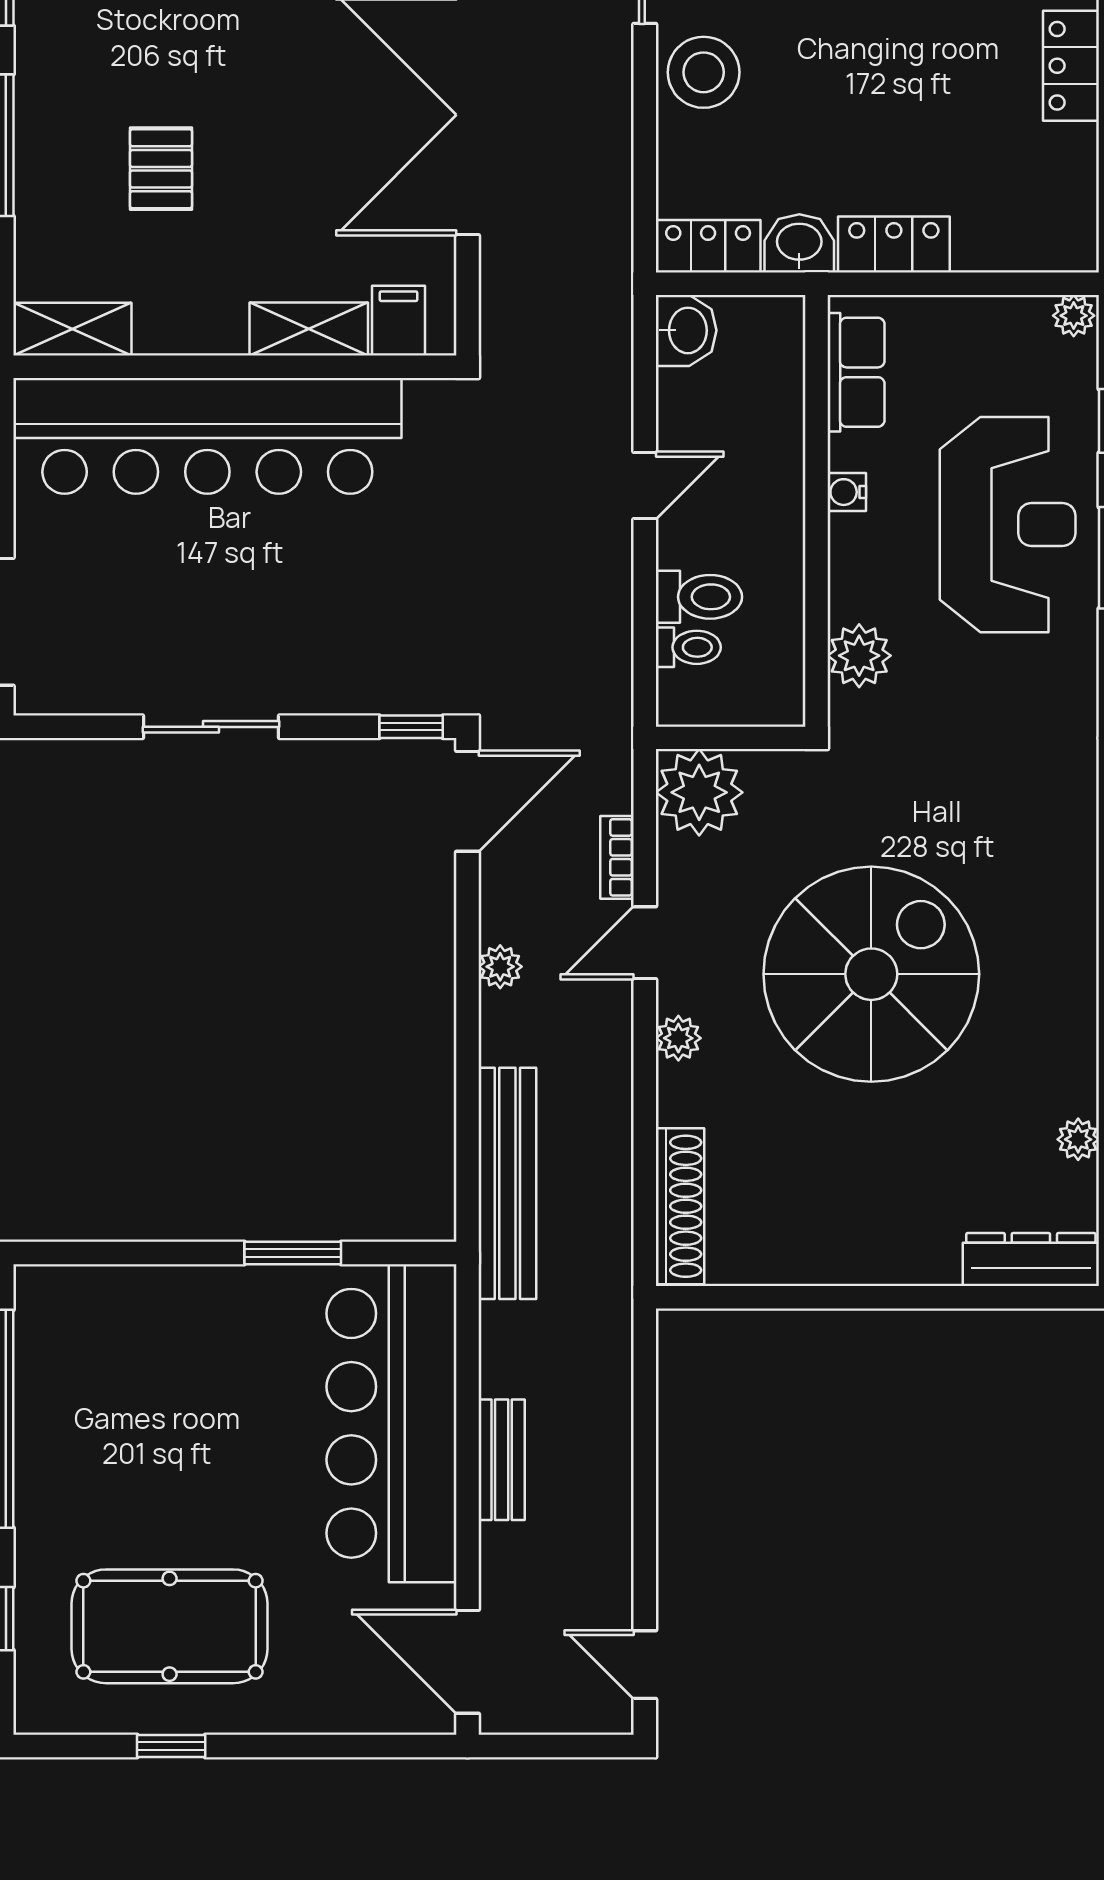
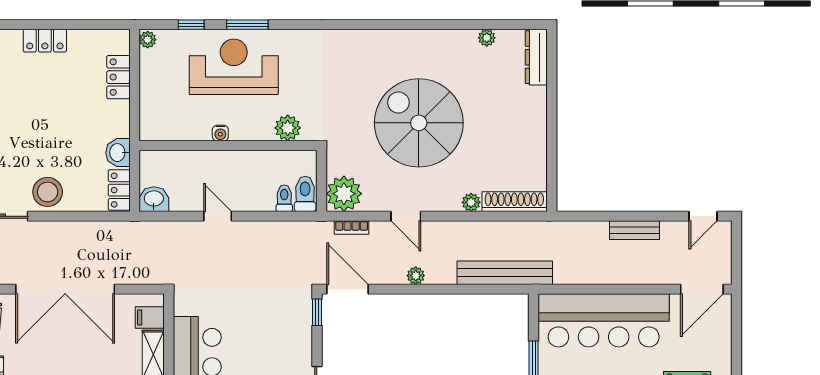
locker: (894, 244) -> (118, 77), moved
row of seats: (856, 372) -> (171, 129), removed
toilet: (699, 597) -> (305, 194), moved
bookcase: (617, 857) -> (352, 228), moved
plant: (678, 1038) -> (471, 202), moved
bench: (502, 1460) -> (635, 230), moved

